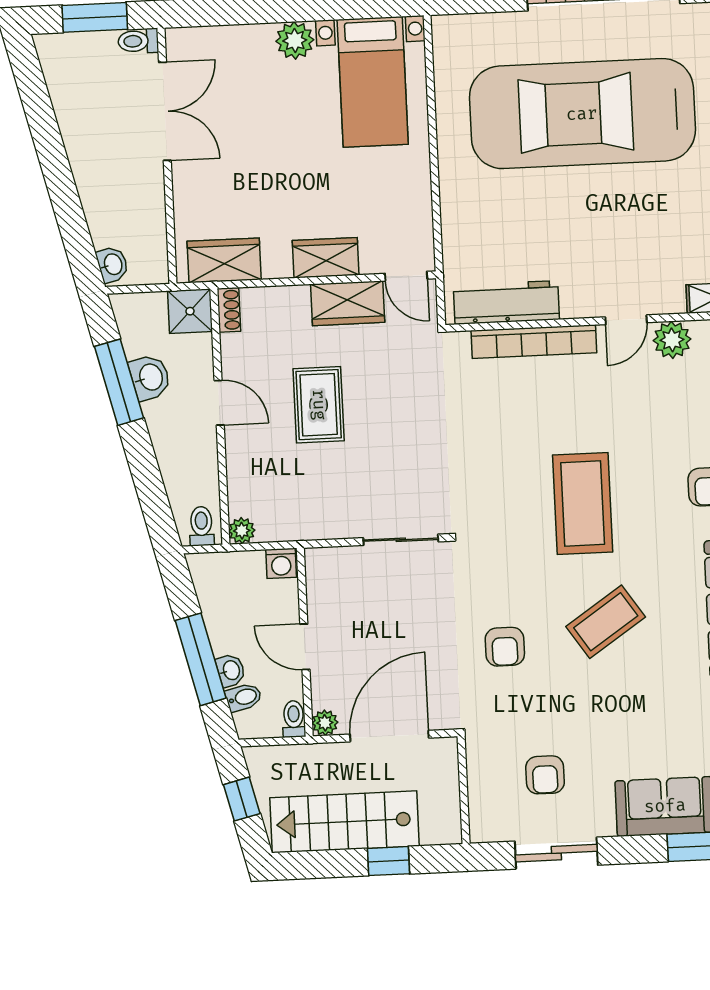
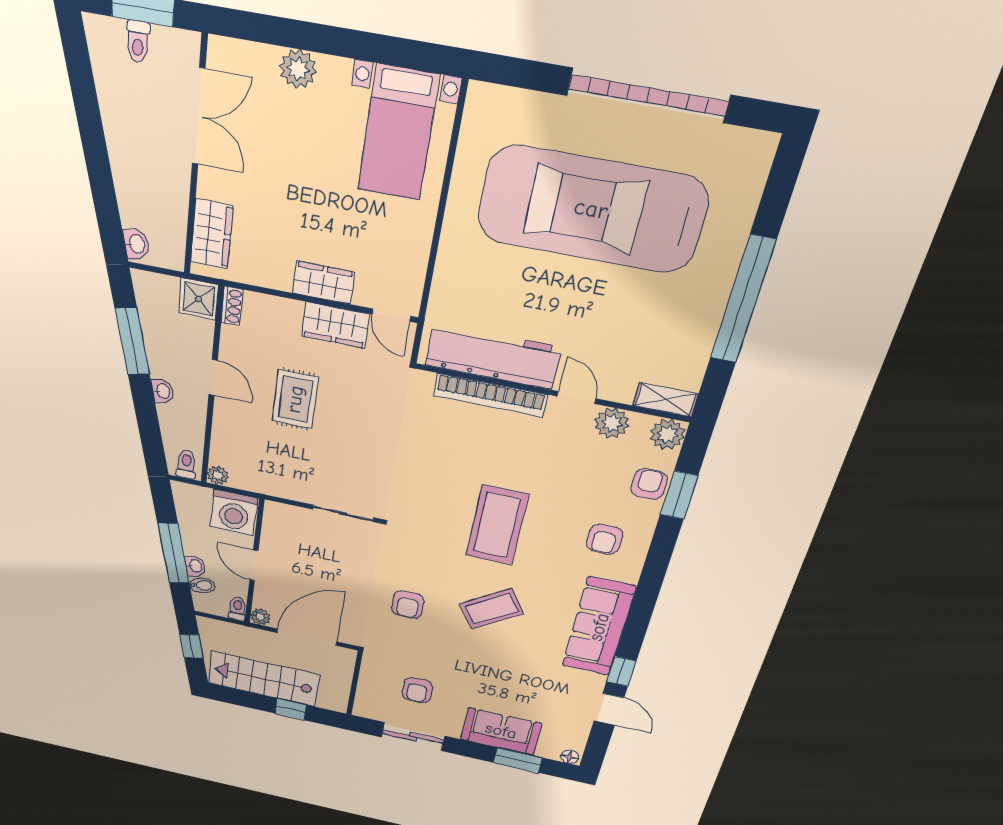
plant: (295, 40) -> (298, 69), moved
toilet: (138, 41) -> (138, 42), moved, turned -90
wardrobe: (224, 260) -> (212, 234), moved, turned 90
workbench: (506, 302) -> (493, 356), width x1.36, depth x1.32
door: (626, 320) -> (576, 397), swing flipped
washbasin: (150, 377) -> (163, 391), moved, width x0.72, depth x0.69
washing machine: (281, 563) -> (234, 512), width x1.89, depth x1.89

